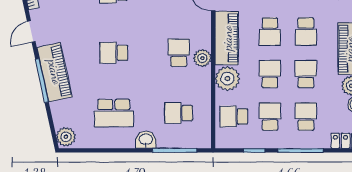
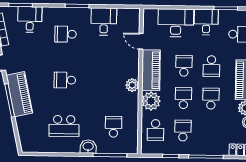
school desk: (270, 32) -> (184, 66), turned 180
school desk: (179, 53) -> (114, 81), removed
school desk: (179, 113) -> (114, 127), turned 90
school desk: (234, 117) -> (155, 130), turned -90
school desk: (306, 117) -> (210, 131), removed
plant: (66, 137) -> (27, 143), removed

